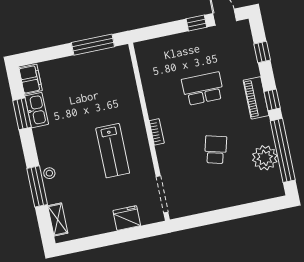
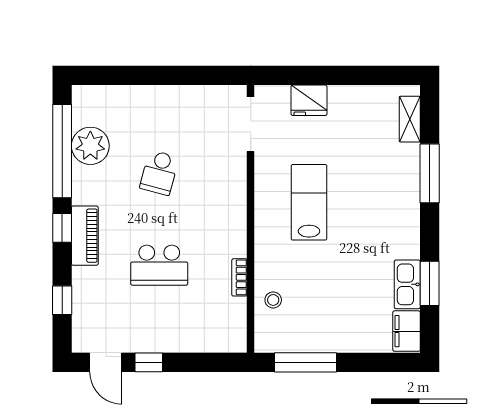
bookcase: (157, 132) -> (239, 277), moved
stool: (49, 173) -> (273, 300), moved

